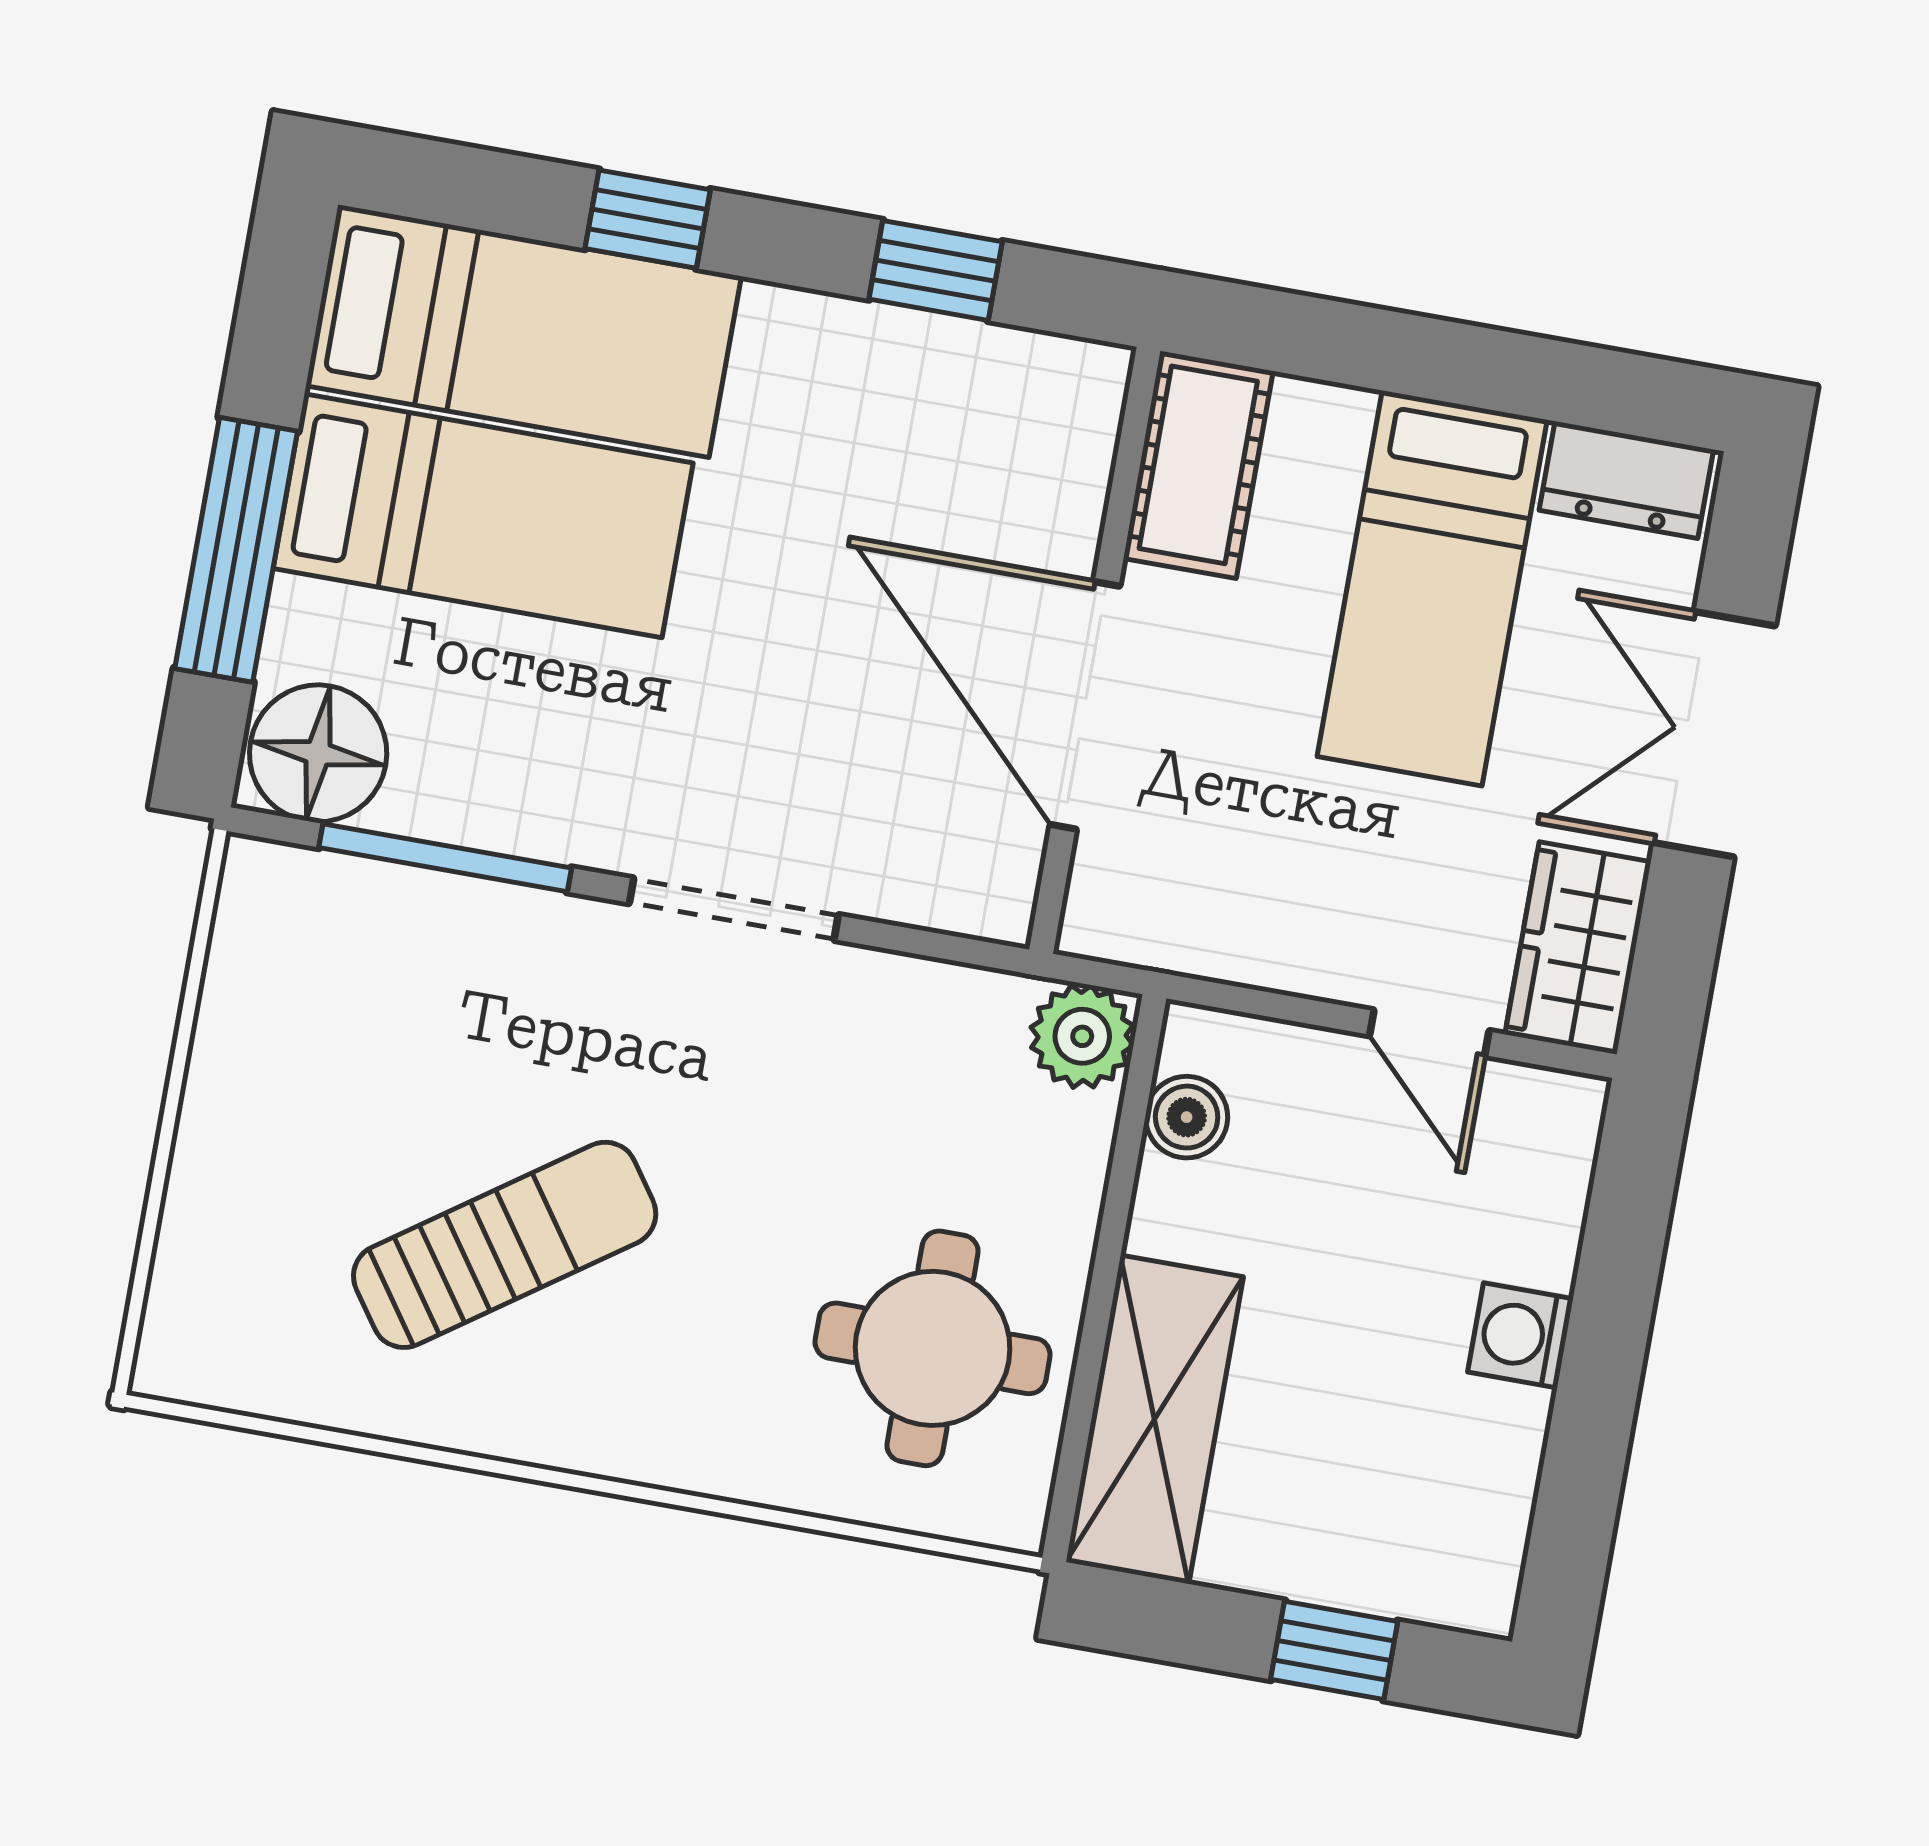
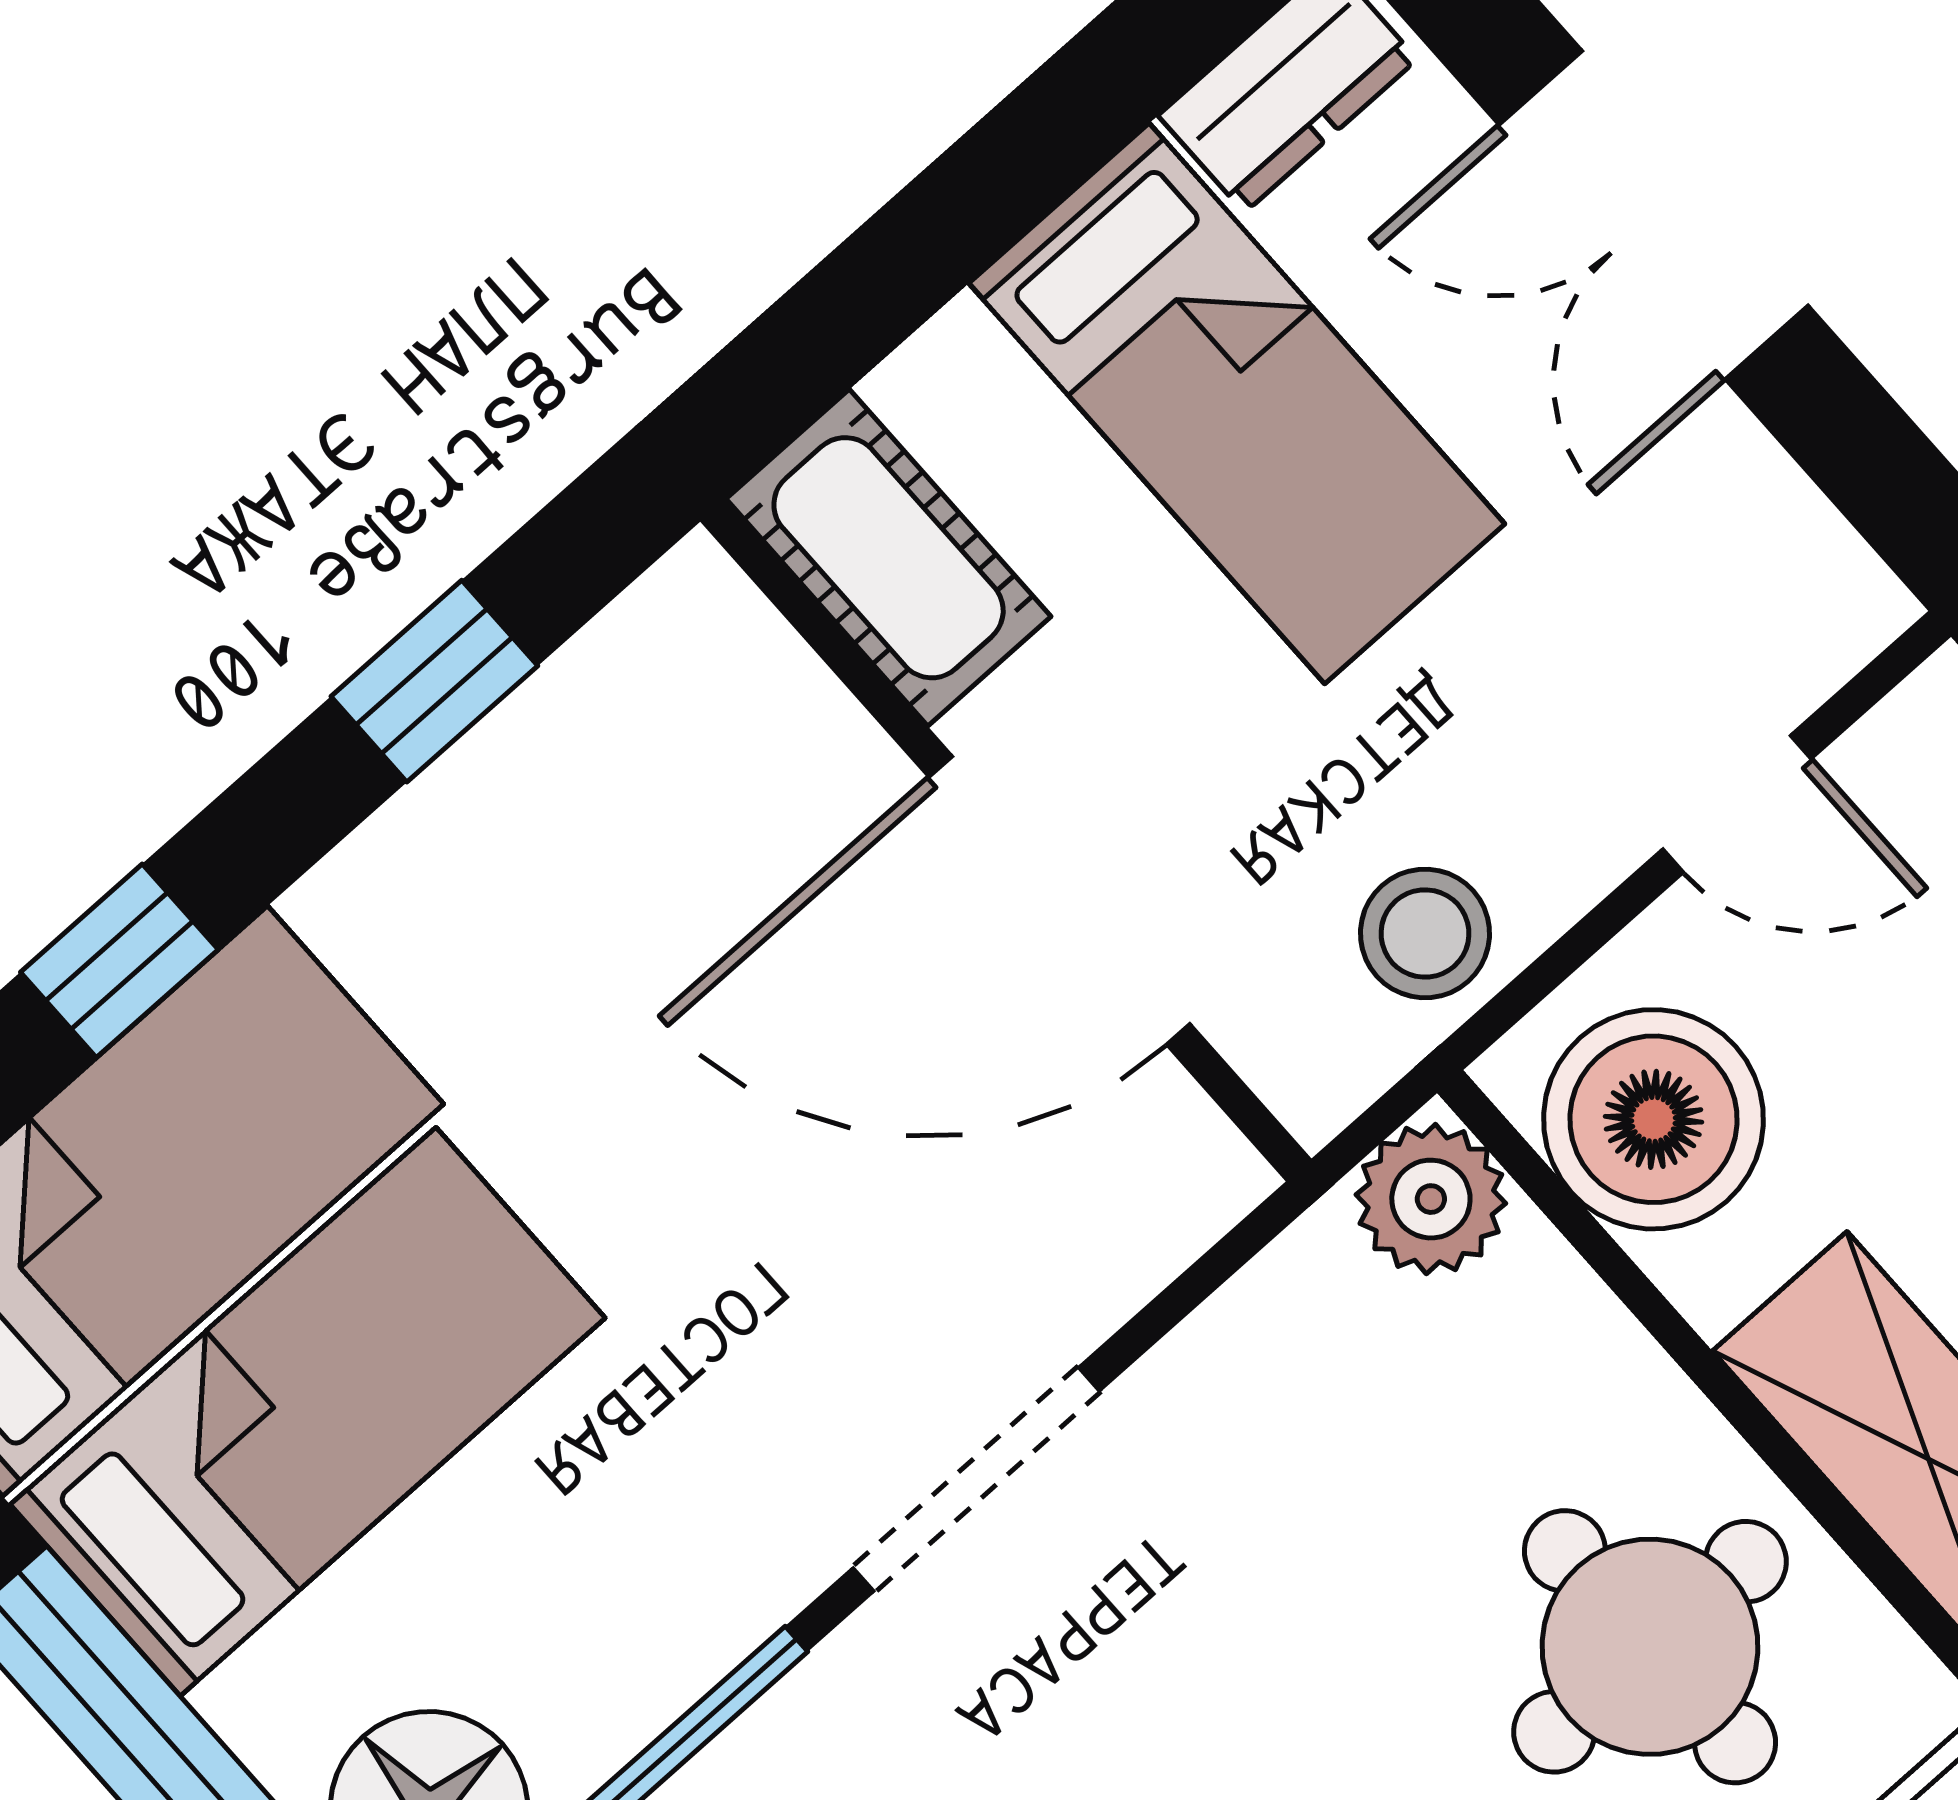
stool: (1224, 919) -> (1425, 933), added
wardrobe: (1578, 948) -> (1774, 560), removed
boiler: (1187, 1117) -> (1654, 1119), width x1.86, depth x1.86

